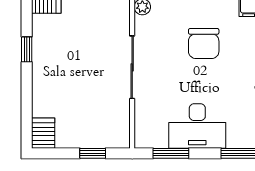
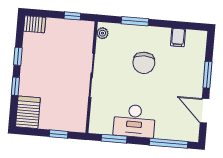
window: (27, 92) -> (15, 86), added
server rack: (43, 133) -> (28, 112), width x1.36, depth x1.44

